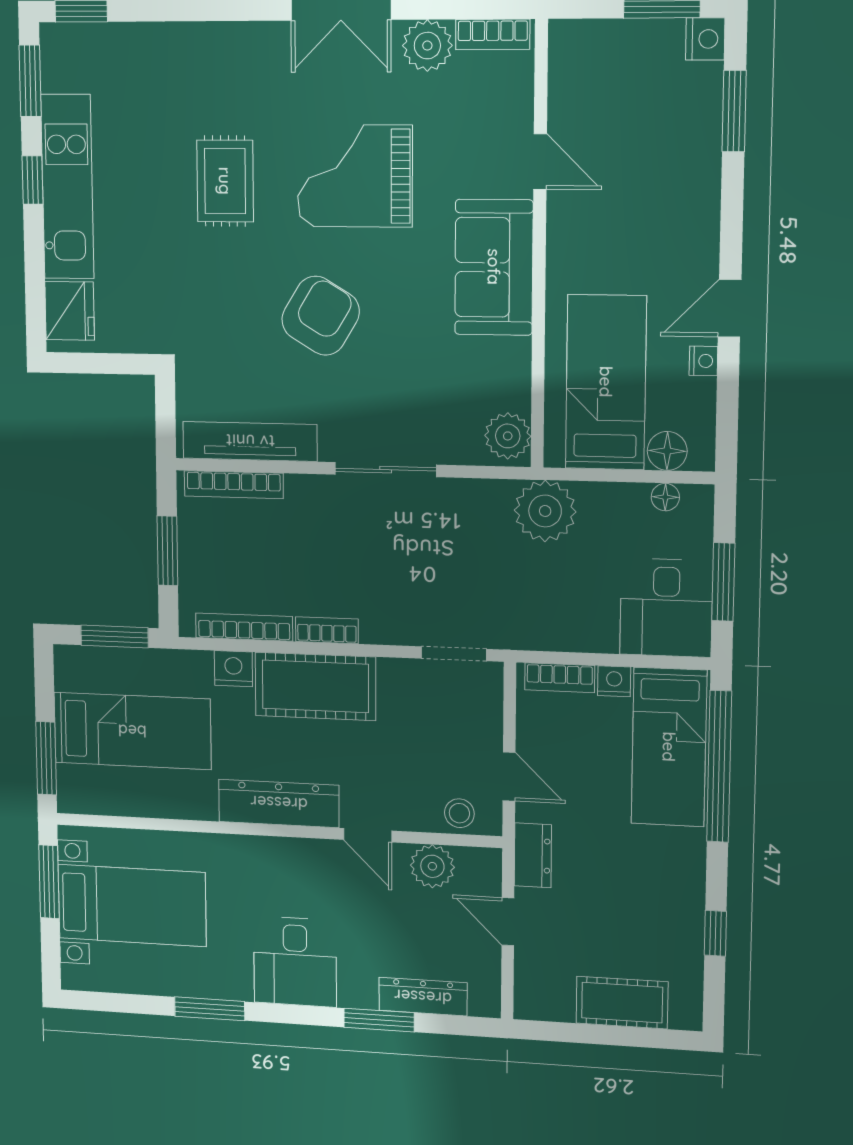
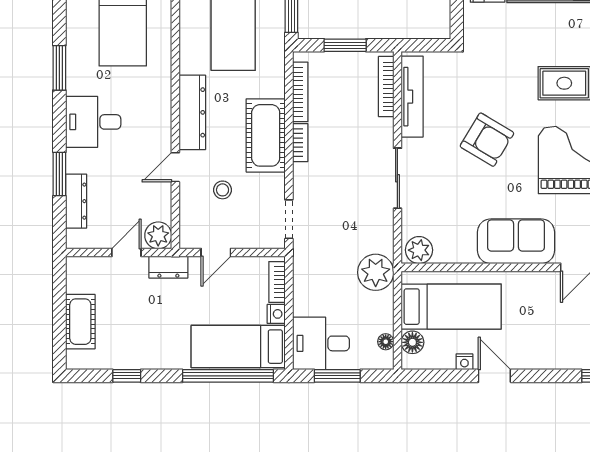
nightstand: (233, 669) -> (274, 85), removed
stool: (459, 813) -> (223, 190), moved
plant: (432, 866) -> (158, 235), moved

